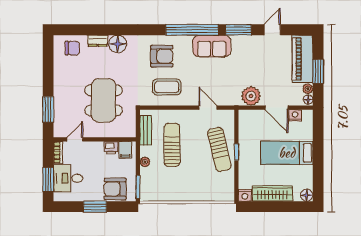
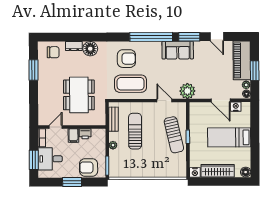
door: (272, 30) -> (217, 37), swing flipped
sofa: (212, 46) -> (178, 50), moved
coffee table: (167, 87) -> (131, 84), width x1.36, depth x1.32
plant: (251, 96) -> (187, 91), moved
window: (48, 109) -> (33, 70), moved
filing cabinet: (125, 150) -> (73, 136), moved

